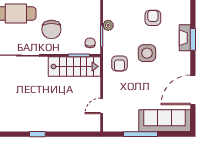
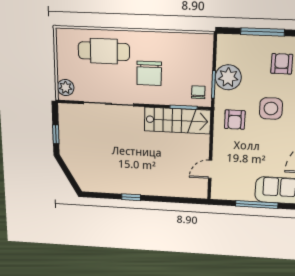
plant: (108, 25) -> (228, 77), width x1.88, depth x1.88

